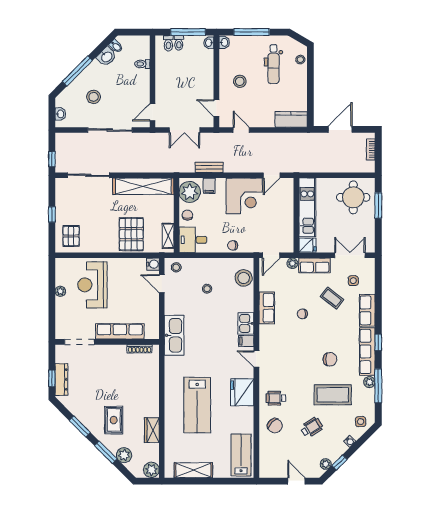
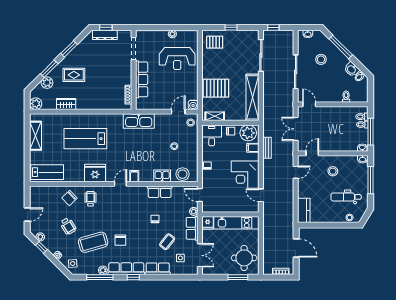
reception desk: (92, 285) -> (177, 59), turned 180
kitchen sink: (246, 323) -> (162, 176), moved
coffee table: (333, 395) -> (93, 242), turned 74

